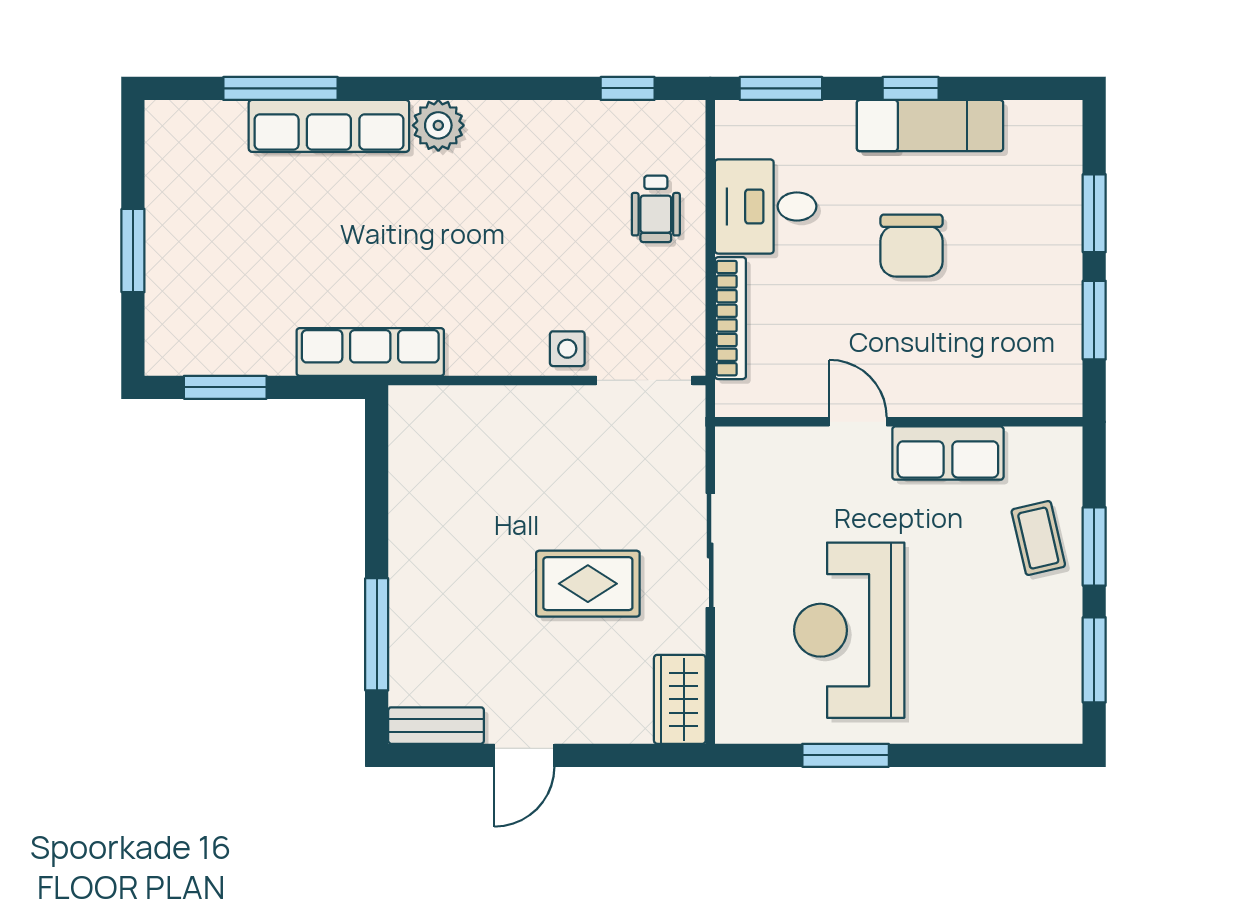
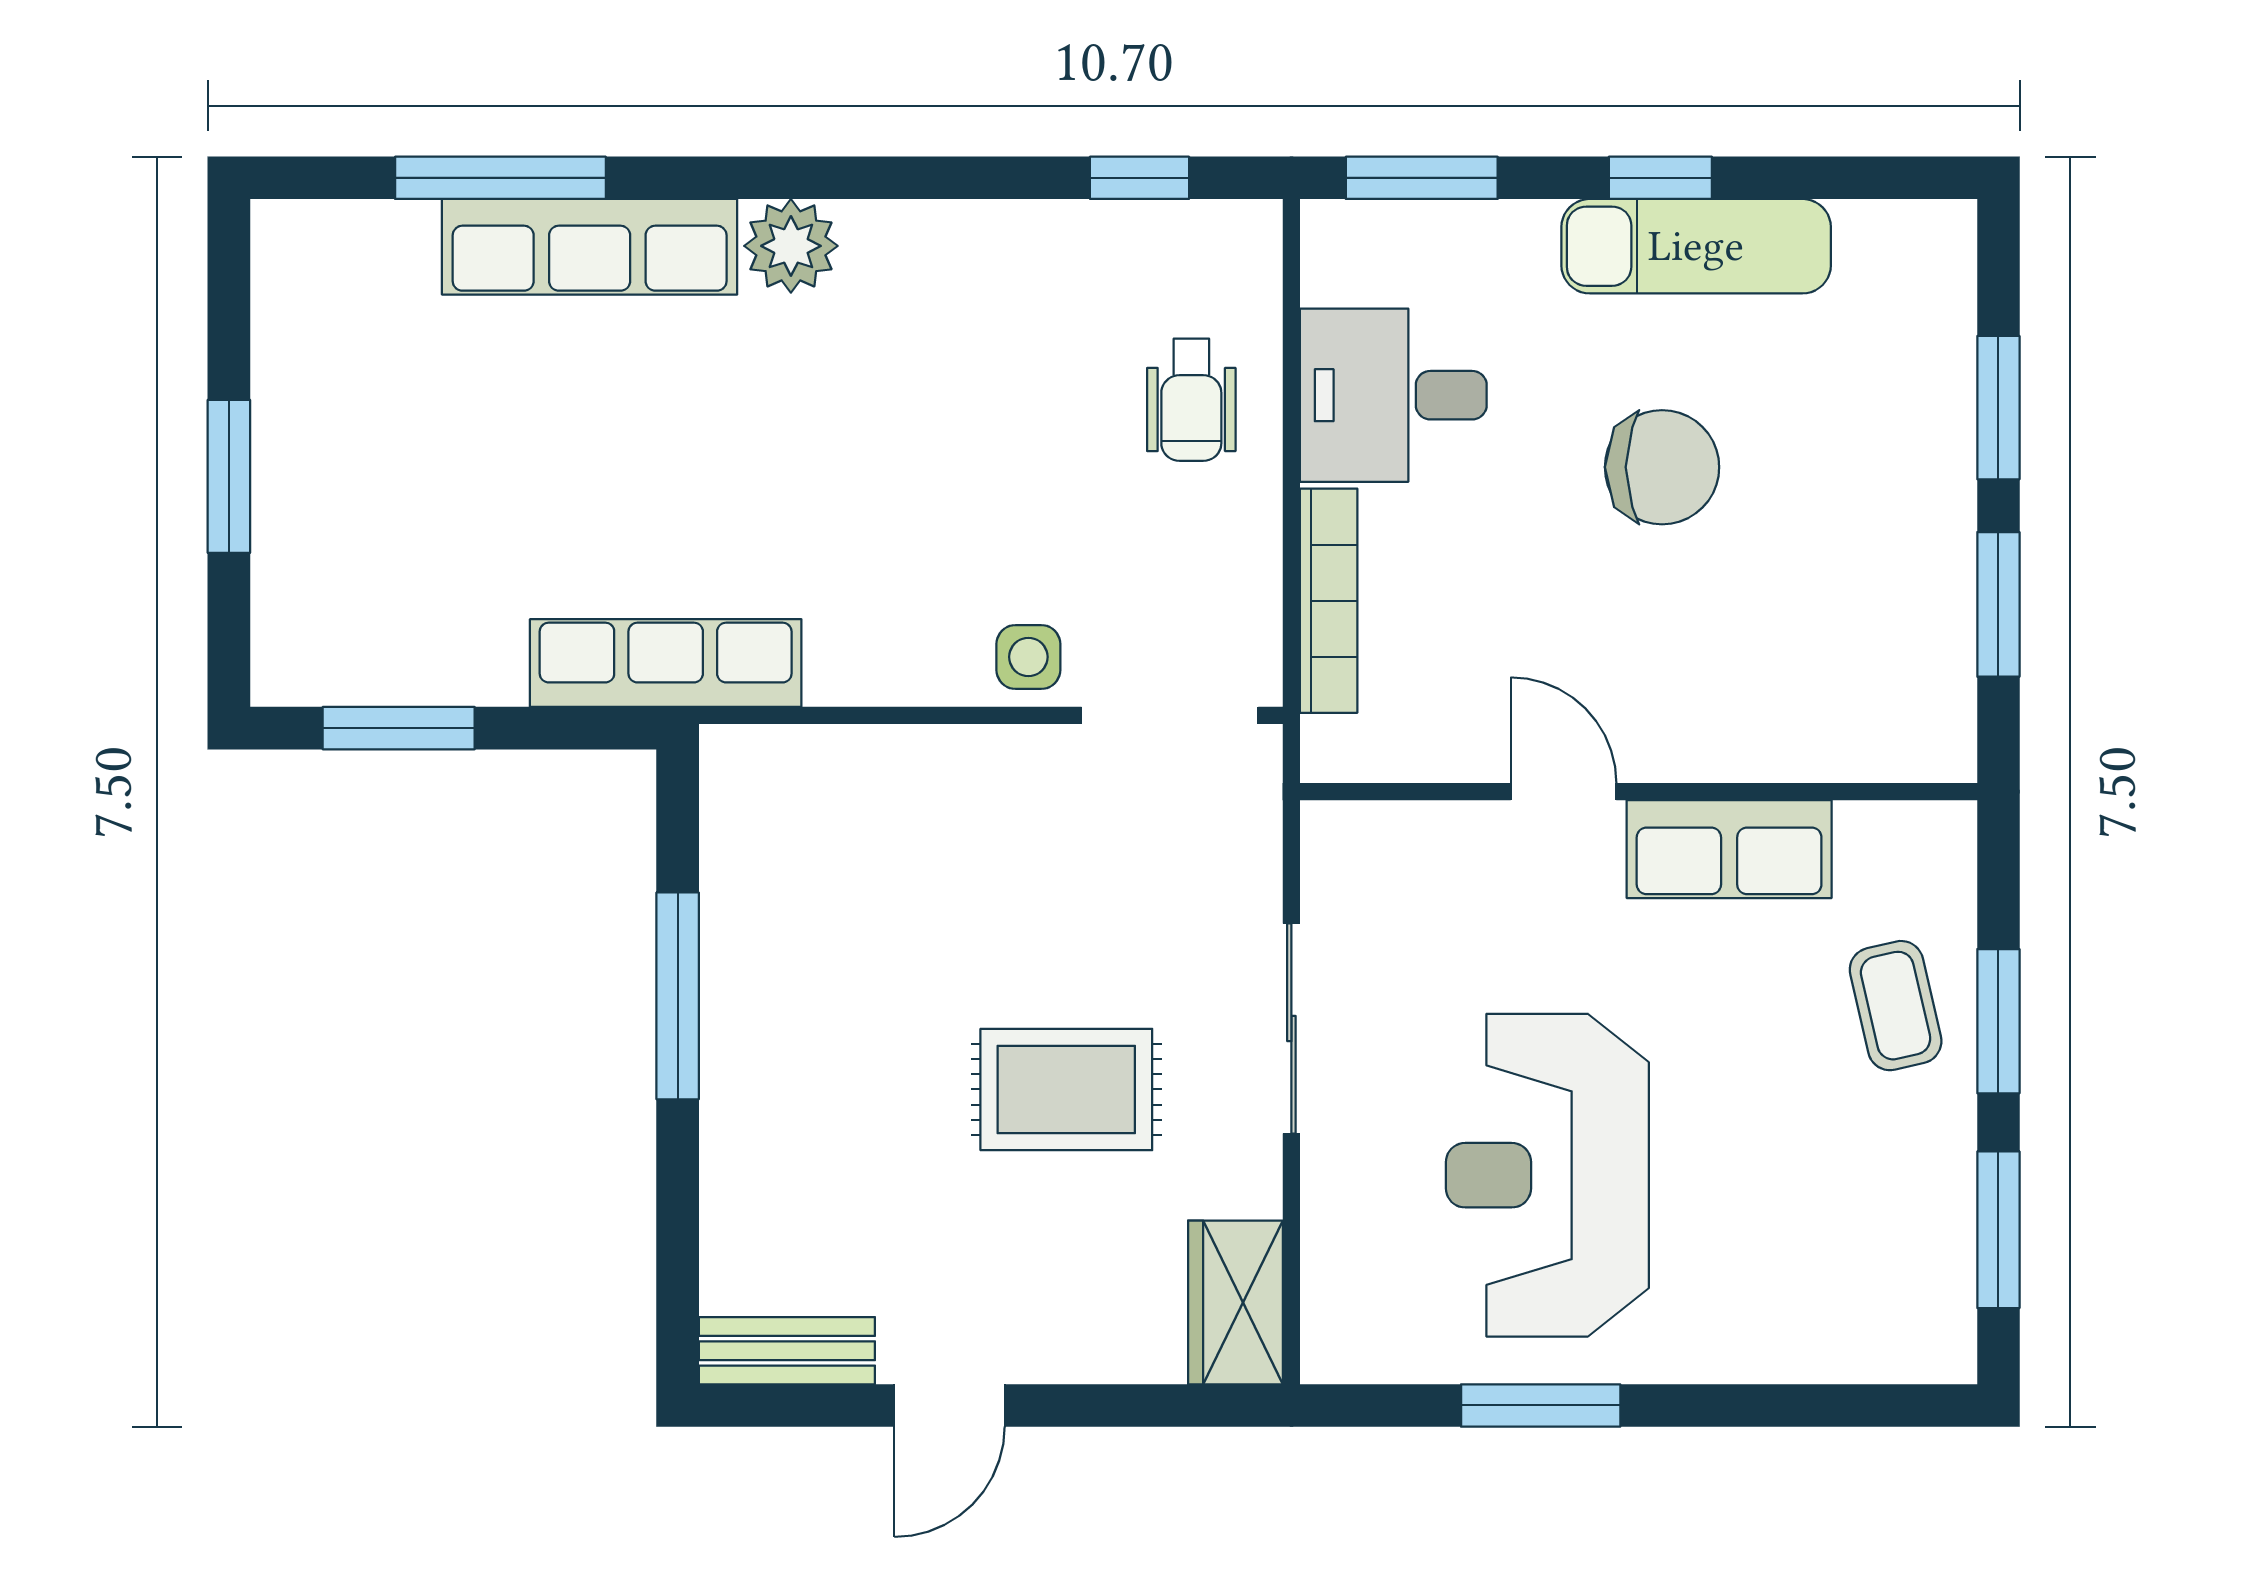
chair: (912, 246) -> (1662, 467), turned -90
window: (377, 634) -> (678, 996), moved

